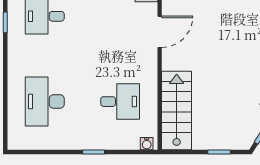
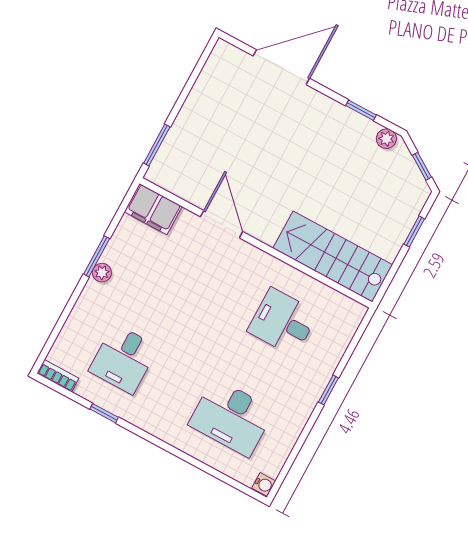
desk: (120, 102) -> (283, 322), turned -90
water cooler: (147, 144) -> (264, 484), moved

